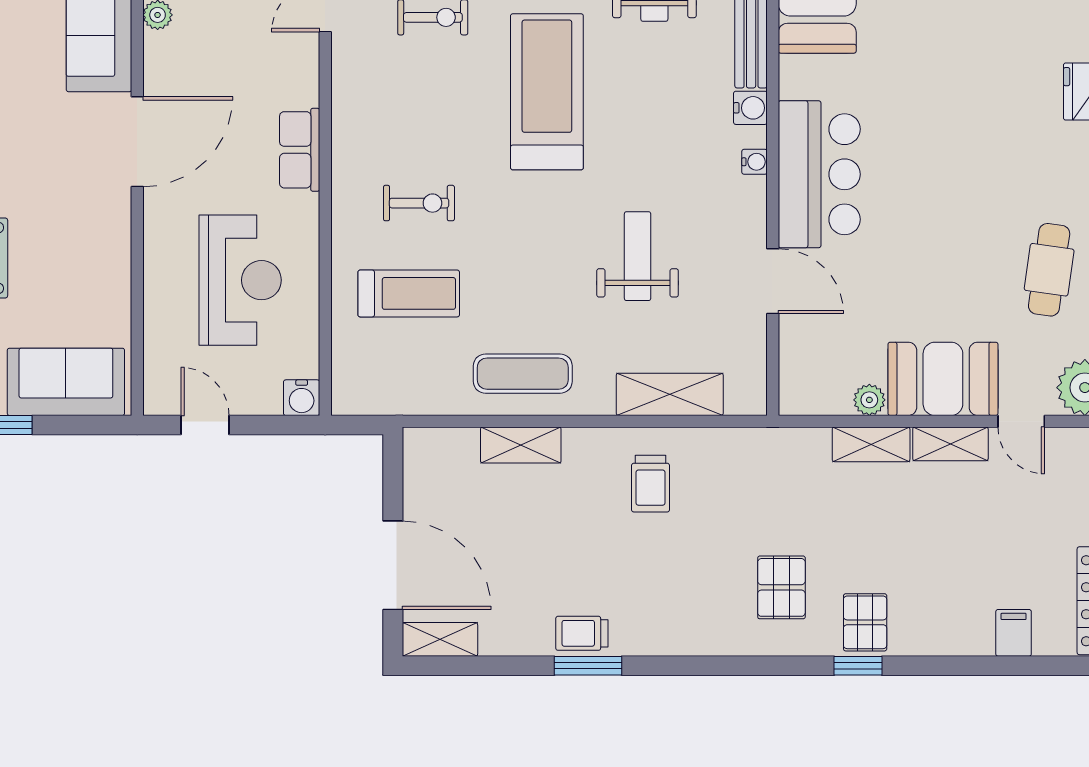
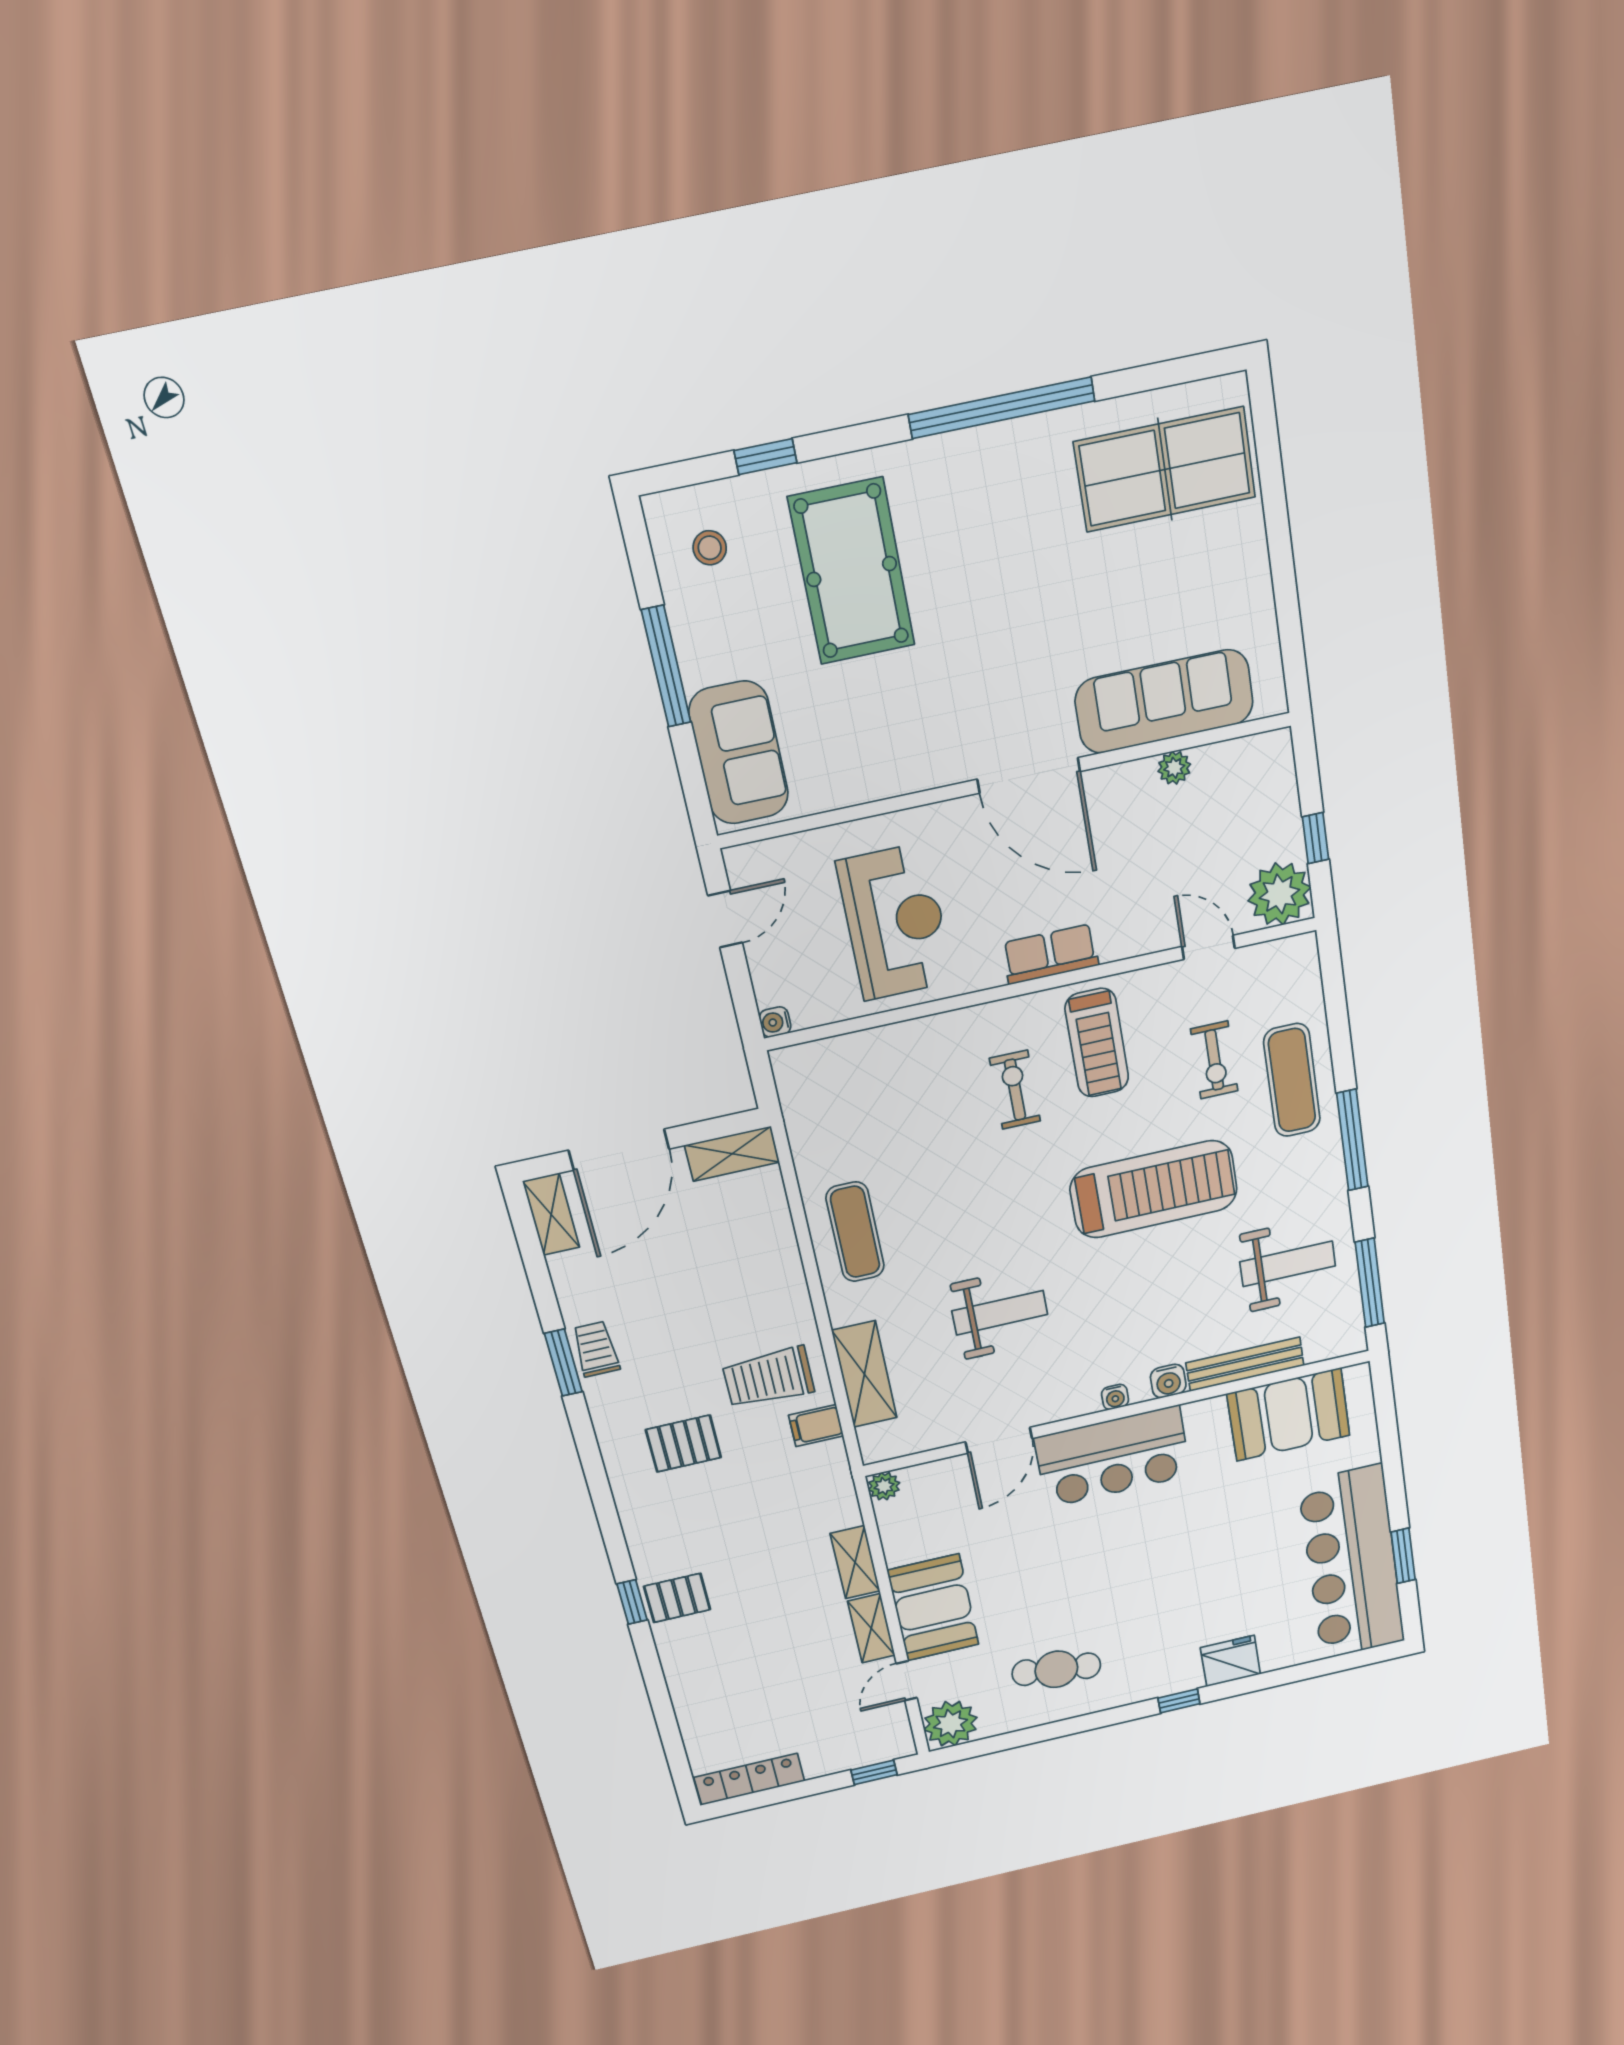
exercise bike: (419, 203) -> (1015, 1090), turned 180
reception desk: (240, 280) -> (895, 922), turned -90
treadmill: (409, 293) -> (1097, 1043), moved
water cooler: (302, 398) -> (775, 1022), width x0.72, depth x0.72
plant: (869, 400) -> (884, 1486), moved
shelving: (521, 445) -> (732, 1154), moved, turned 90
trolley: (651, 484) -> (769, 1377), width x1.36, depth x1.39
pallet: (781, 587) -> (683, 1444), moved
filing cabinet: (1014, 633) -> (816, 1426), moved, turned 180

